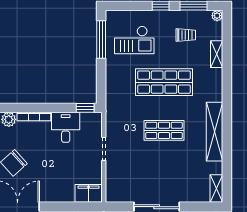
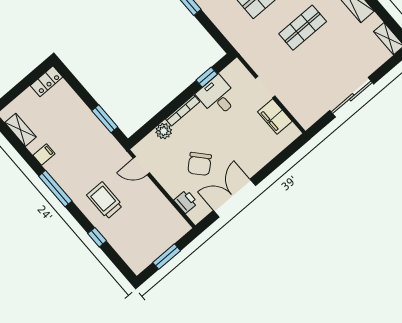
window: (85, 108) -> (207, 77), moved
filing cabinet: (89, 193) -> (275, 117), moved, turned -90

